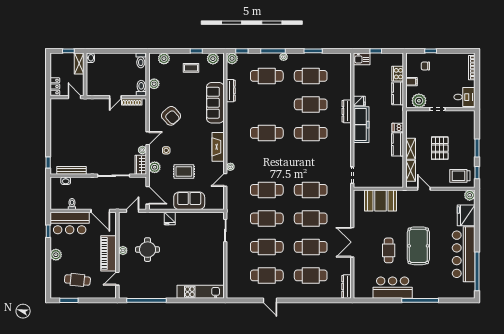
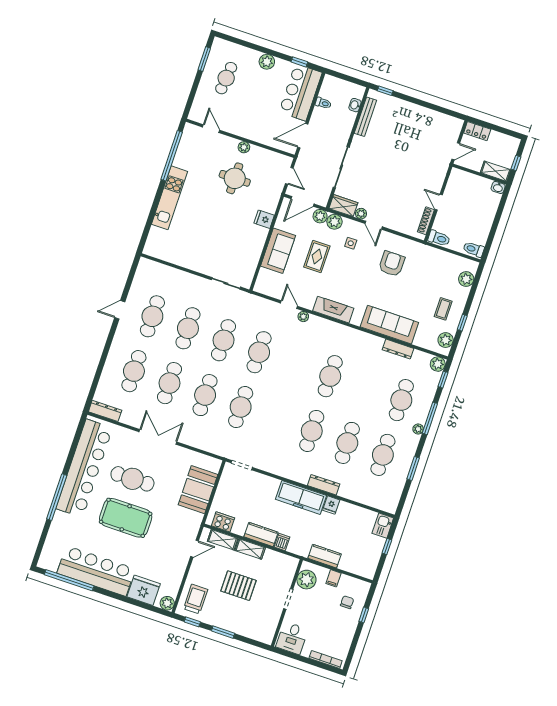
cooker: (398, 74) -> (223, 522), moved
plant: (154, 84) -> (320, 216), moved
armchair: (171, 116) -> (392, 264), turned 132
cafe table: (389, 250) -> (132, 479), width x1.37, depth x1.35
piano: (108, 253) -> (246, 128), removed
bar counter: (393, 288) -> (84, 468), width x1.86
kitchen unit: (201, 292) -> (169, 198), moved

